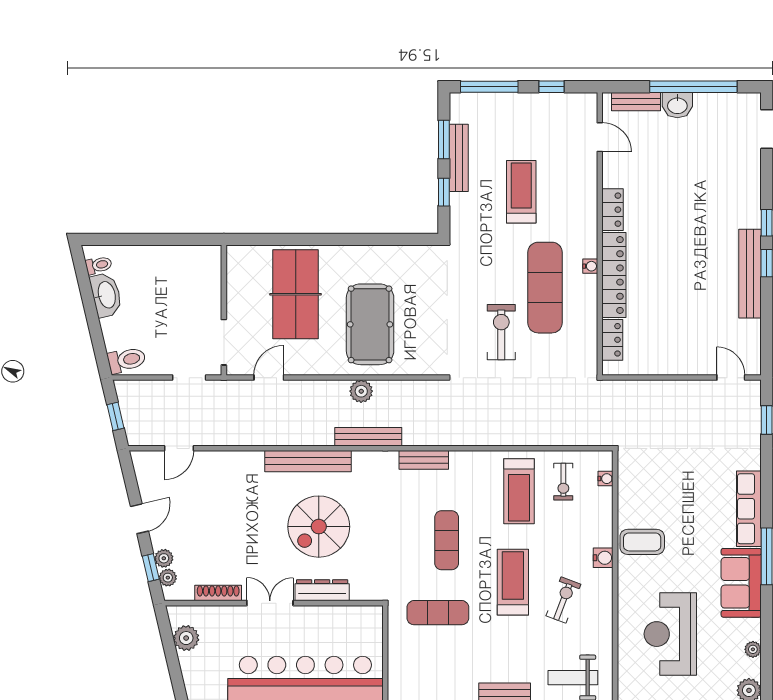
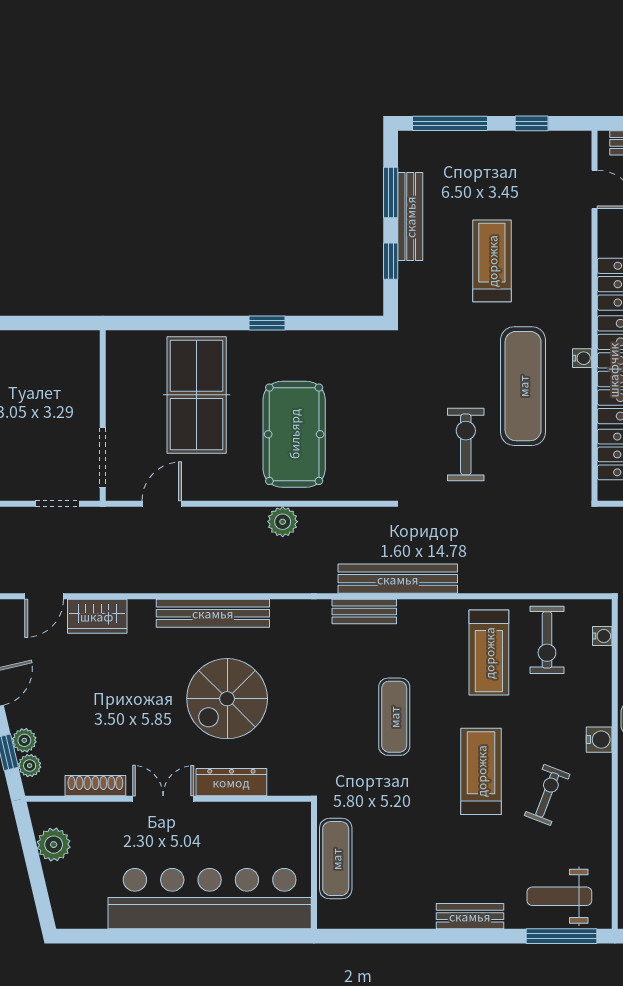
window: (349, 239) -> (267, 323), added
bench: (368, 437) -> (398, 579), moved, width x1.37, depth x1.21
wardrobe: (220, 464) -> (97, 616), added
exercise bike: (563, 482) -> (547, 640), width x1.38, depth x1.39
exercise mat: (438, 613) -> (336, 859), moved, turned 90

